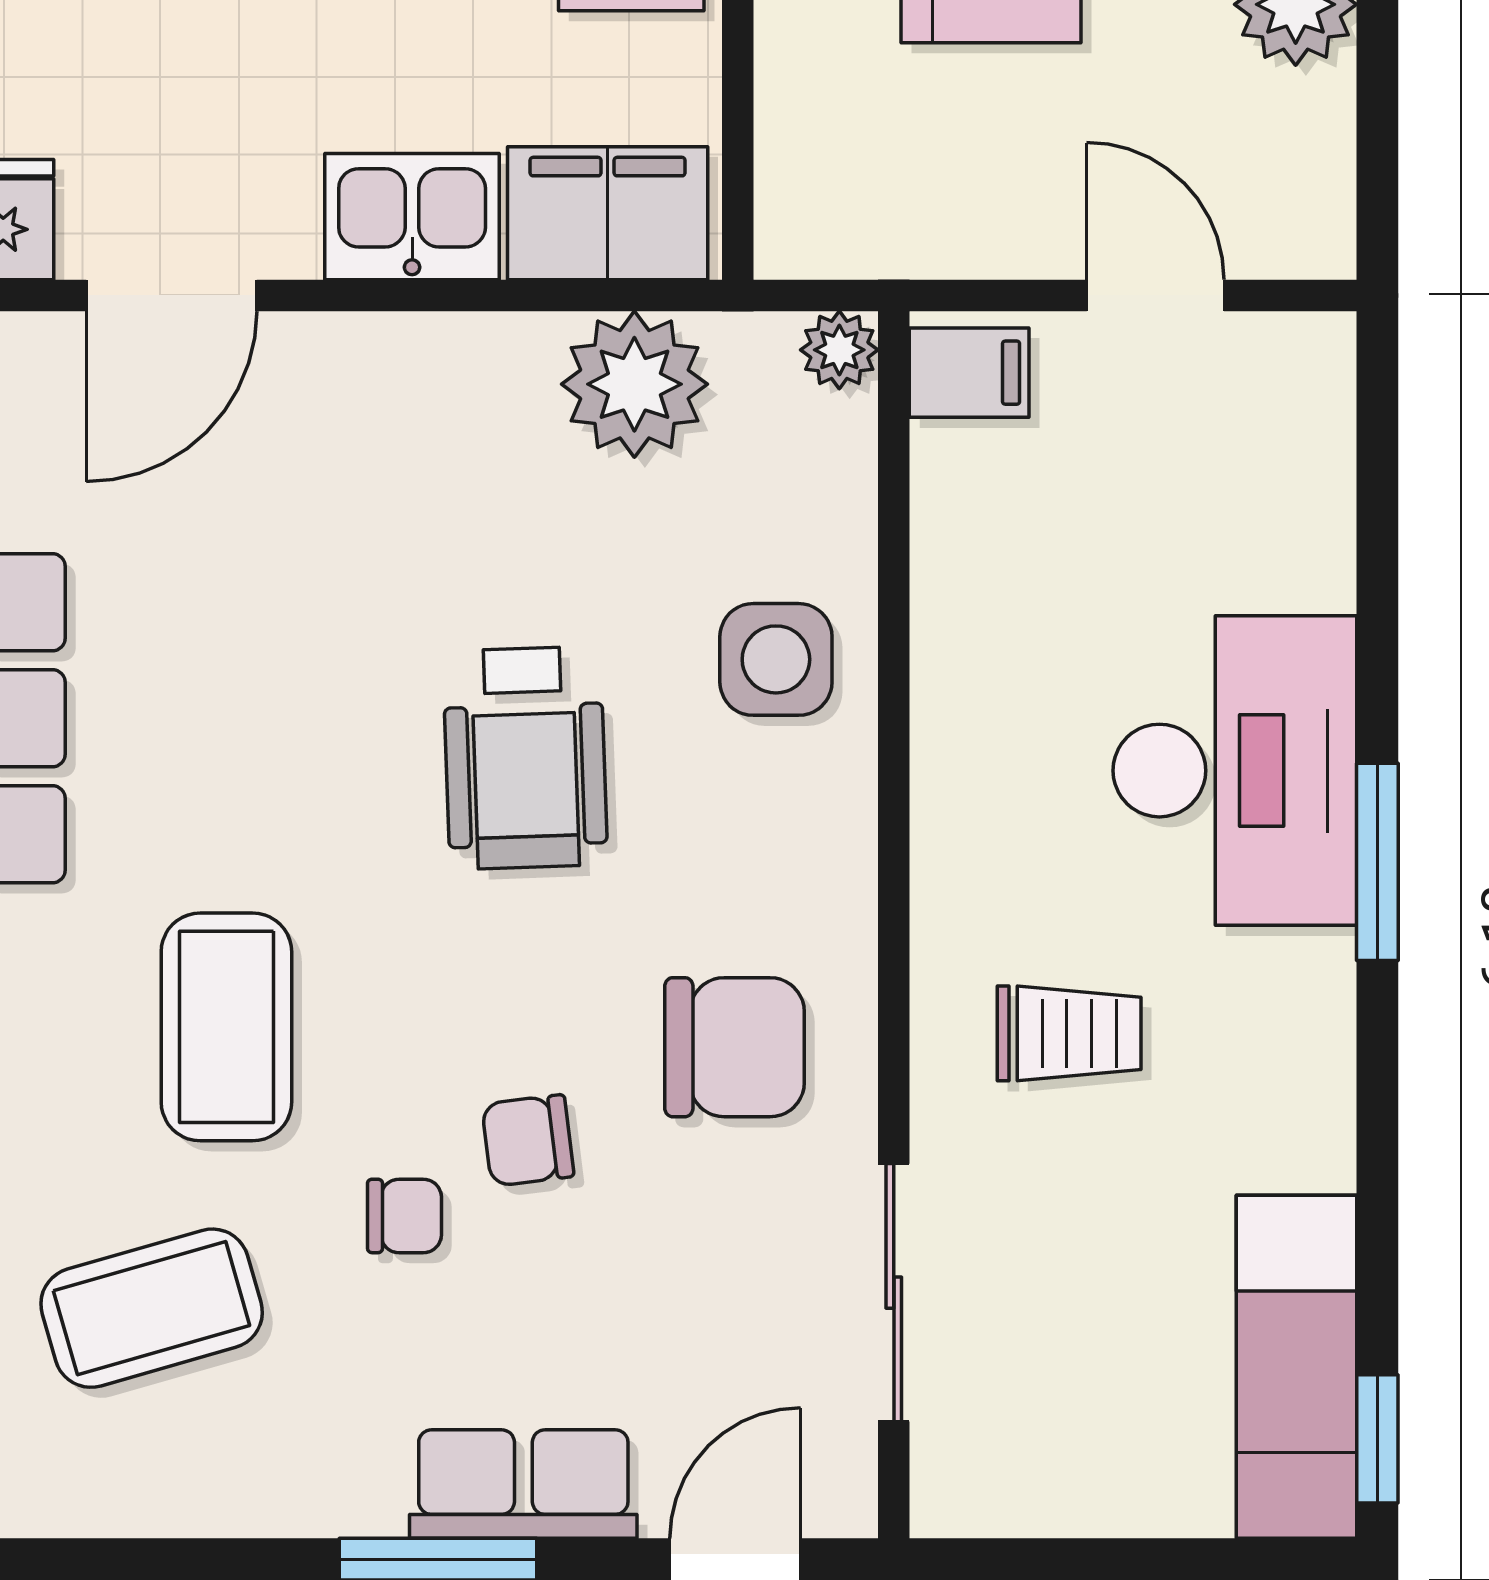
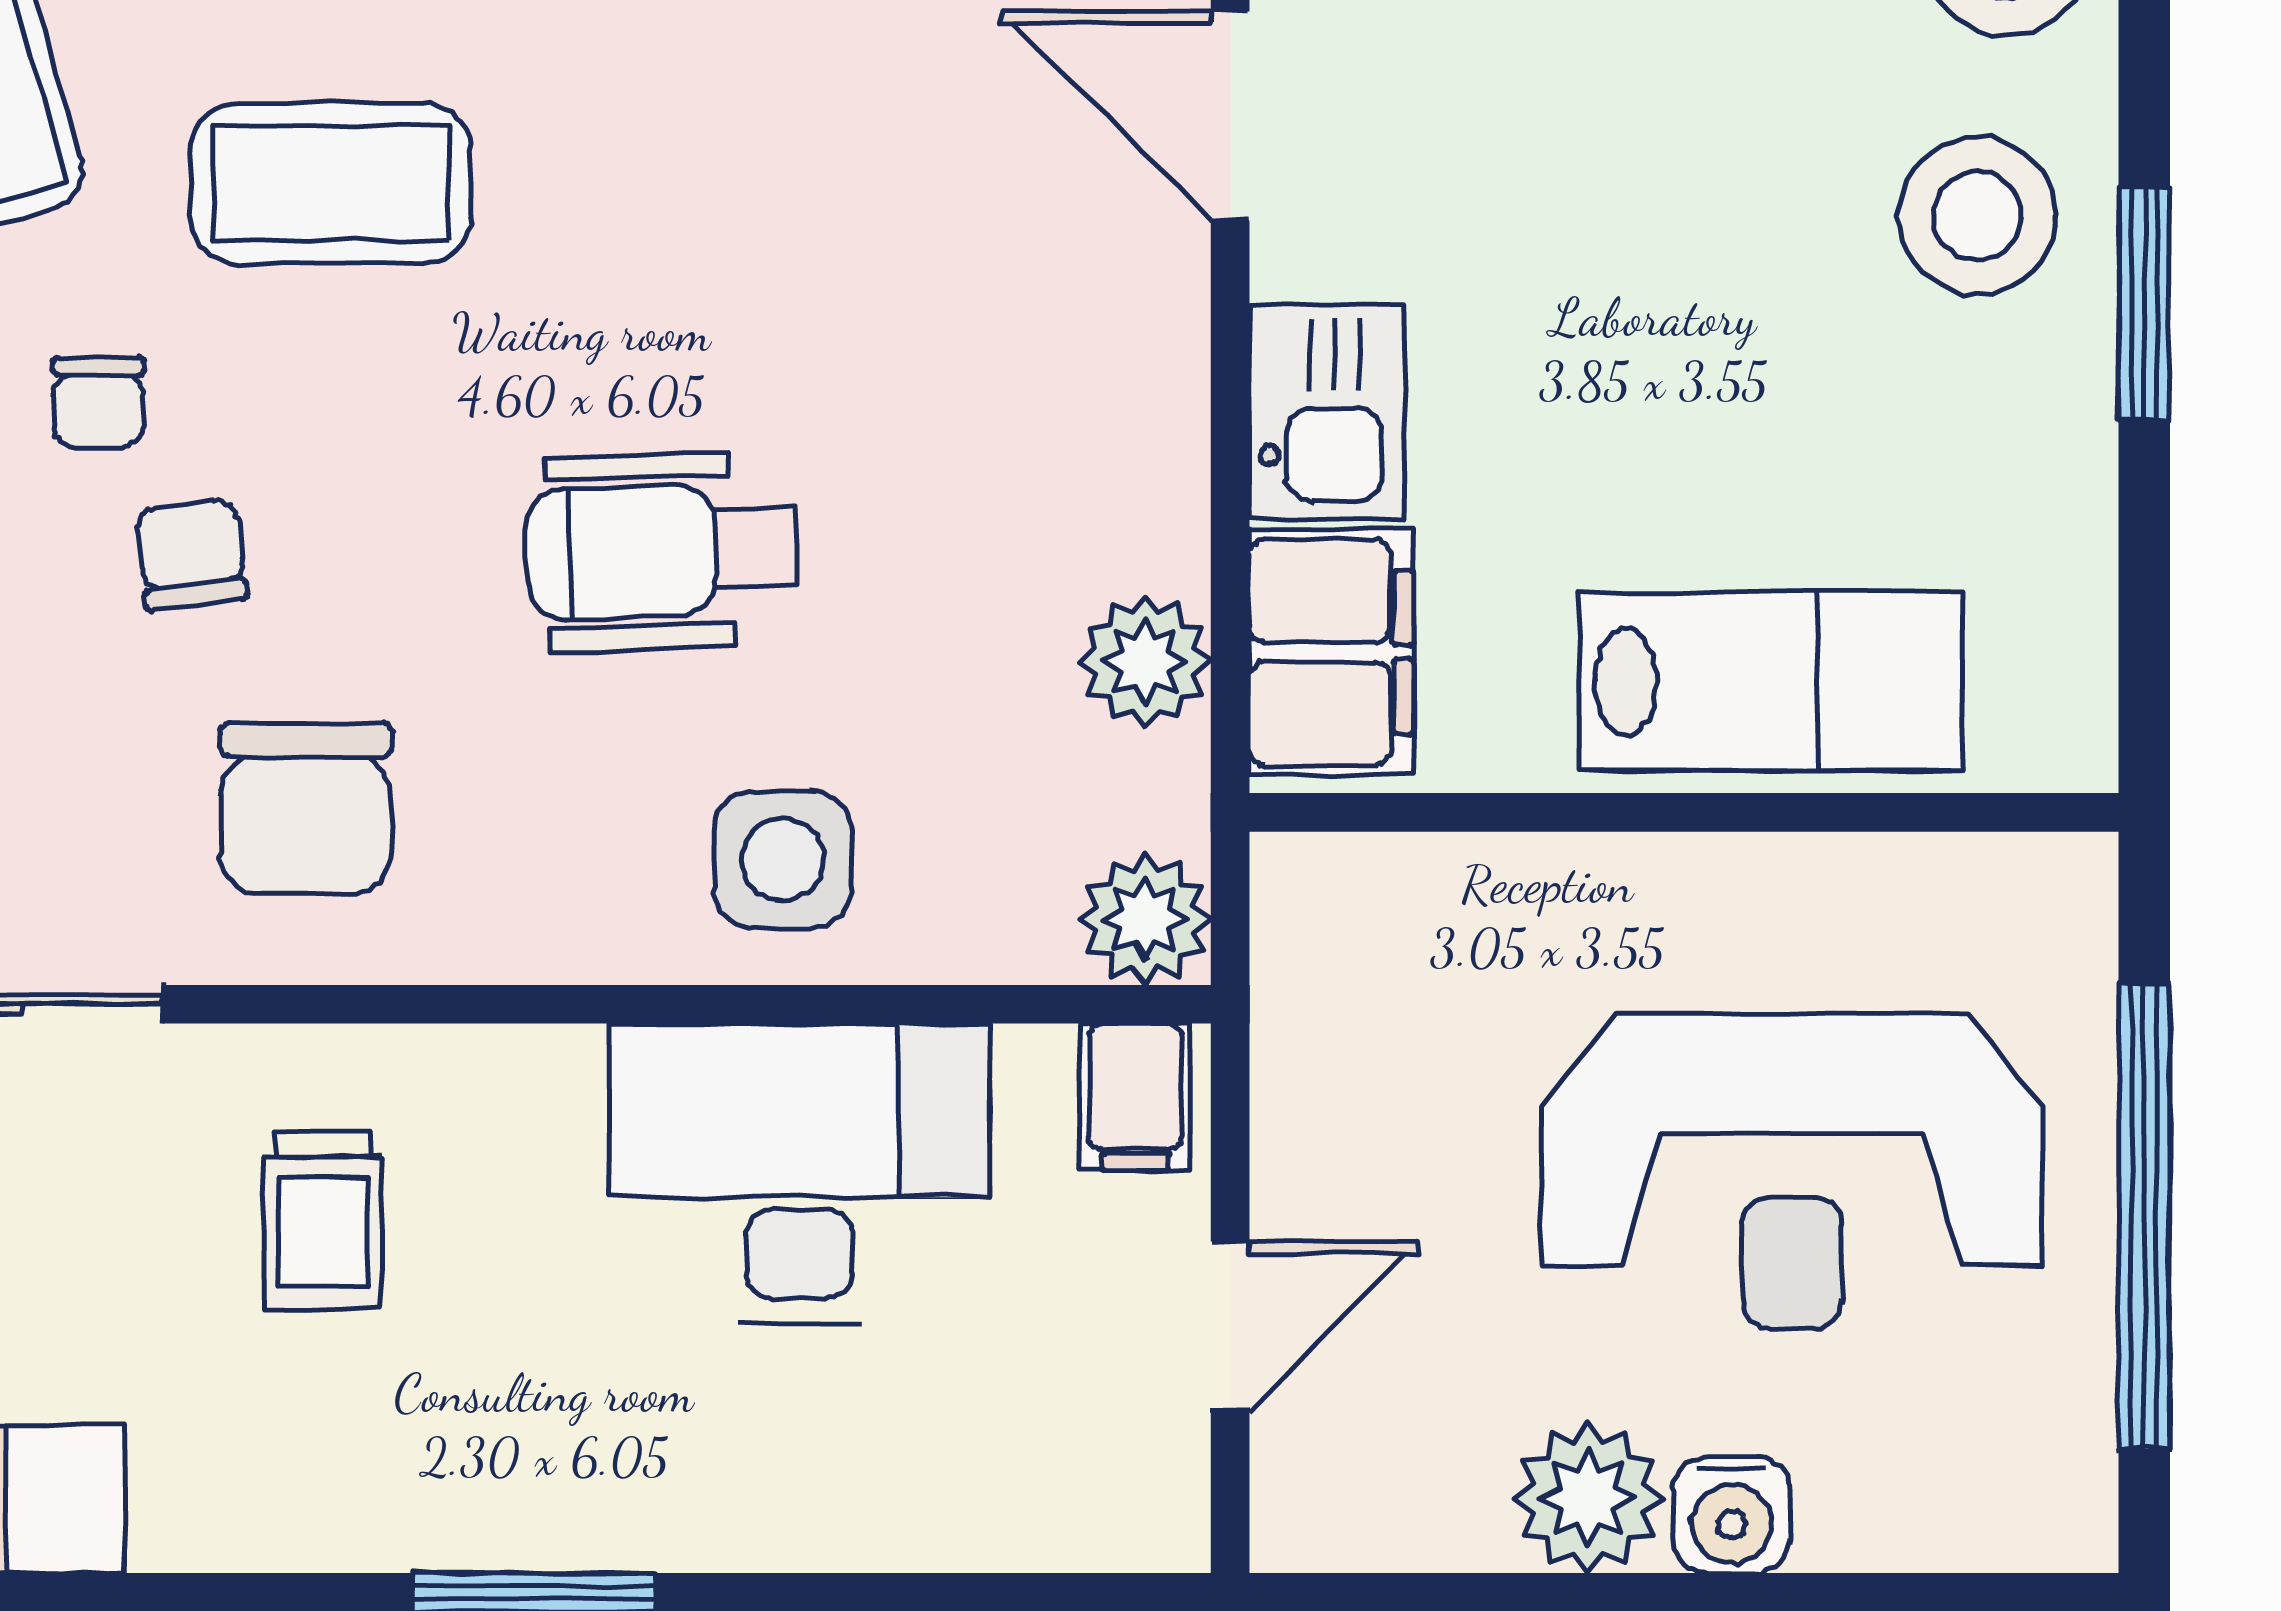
plant: (839, 350) -> (1145, 919), width x1.38, depth x1.38
plant: (634, 384) -> (1145, 661), width x0.73, depth x0.73
desk: (1235, 771) -> (799, 1173), moved, turned 180

